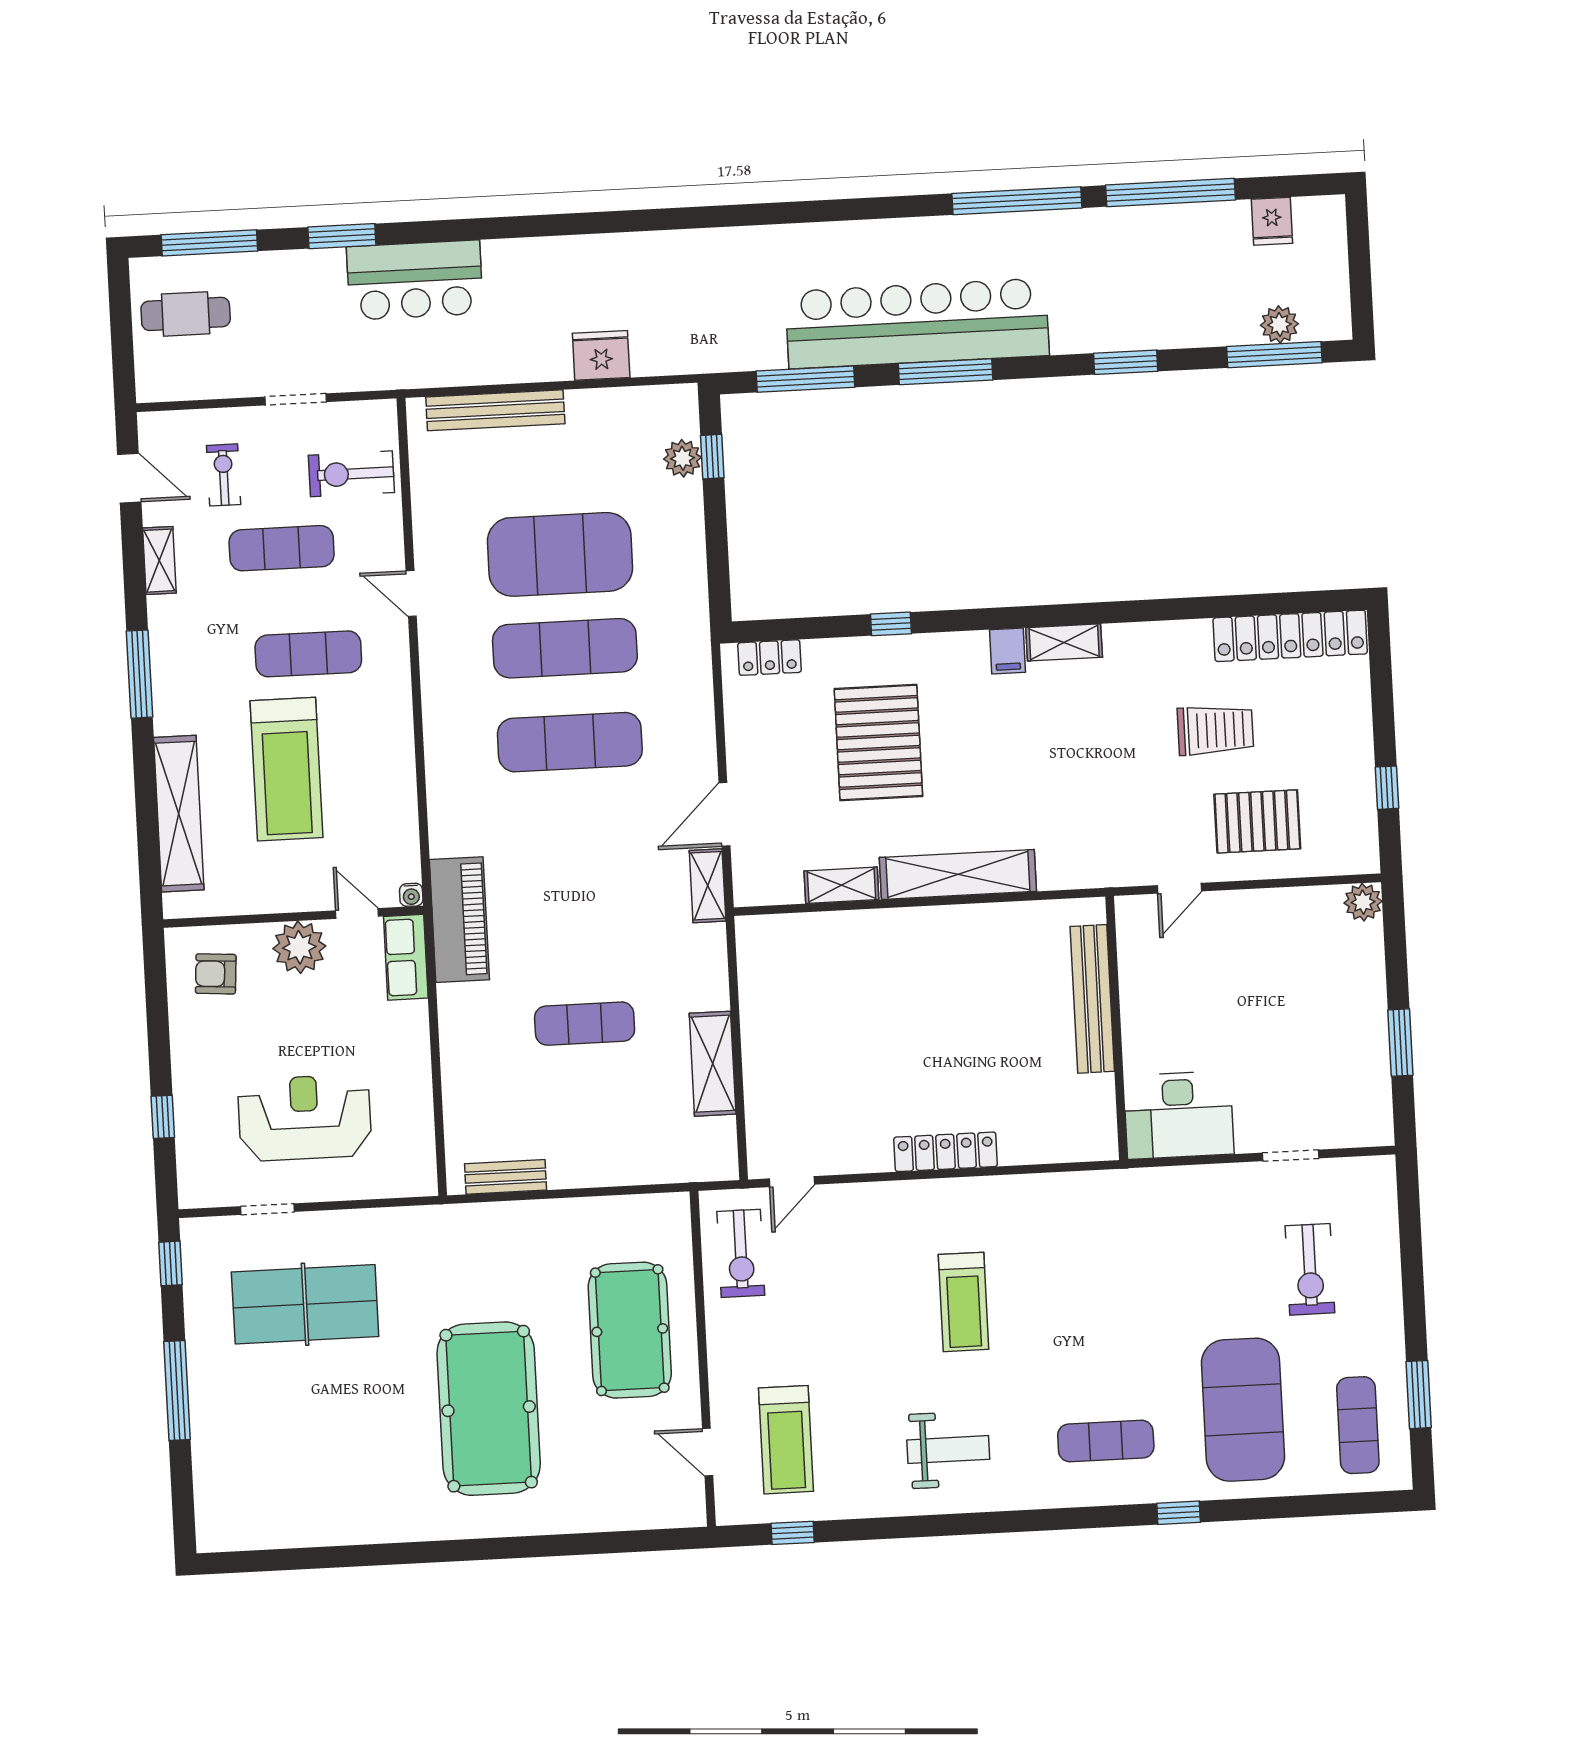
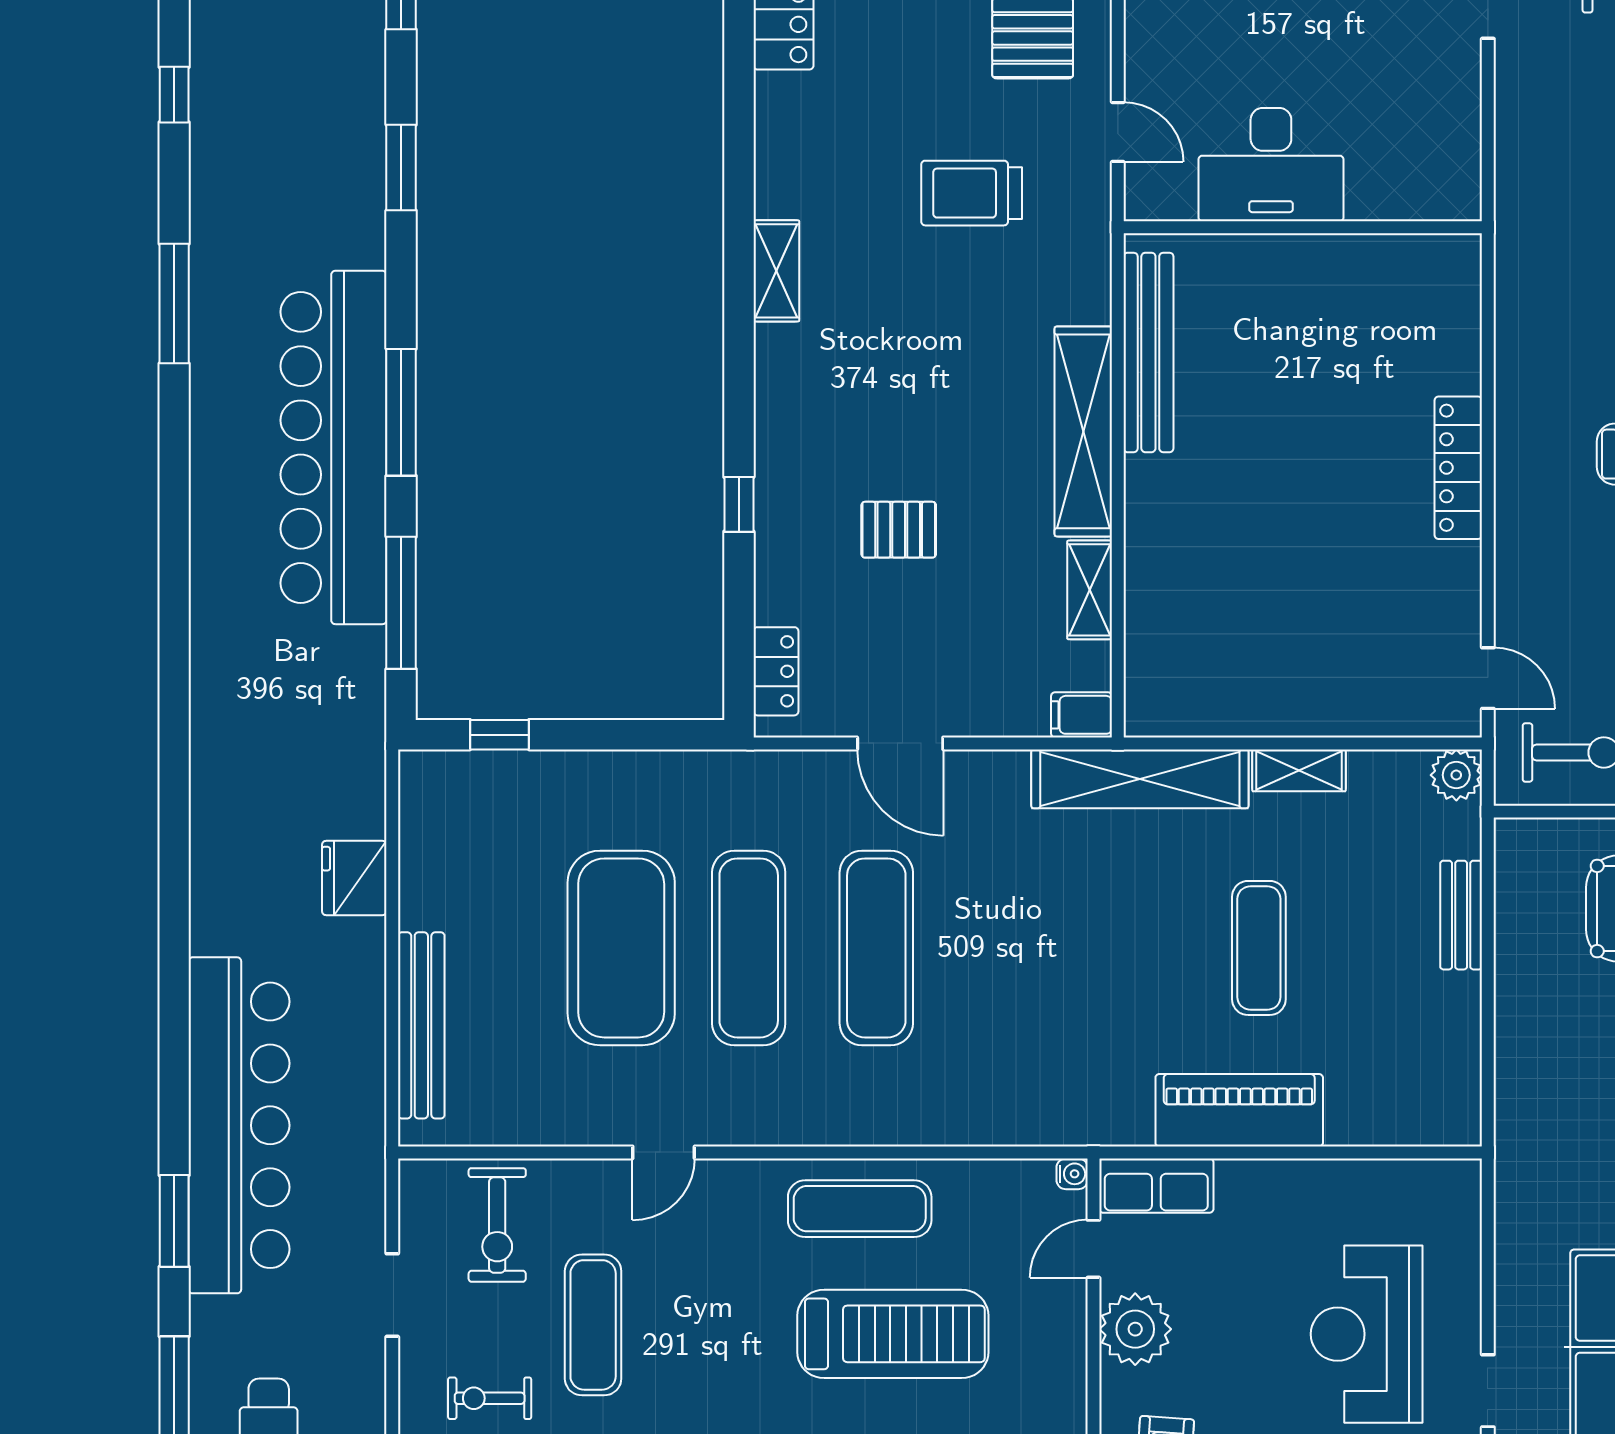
window: (1171, 193) -> (174, 95), width x0.32
window: (1017, 201) -> (174, 304), width x0.68
bar counter: (415, 280) -> (239, 1125), width x1.86
plant: (683, 458) -> (1456, 775), moved
filing cabinet: (1008, 651) -> (1082, 715), moved, turned 180
exercise mat: (308, 654) -> (860, 1209), moved, turned 90
trolley: (1215, 730) -> (972, 193), moved, turned -90
pallet: (878, 742) -> (899, 530), width x0.49, depth x0.50
door: (724, 814) -> (900, 743), moved
shelving: (708, 886) -> (1140, 779), width x2.20, depth x1.33
piano: (459, 920) -> (1239, 1110), moved
bench: (1092, 999) -> (1148, 352), moved, turned 90
shelving: (713, 1064) -> (1299, 770), width x0.67, depth x0.75
desk: (1179, 1115) -> (1271, 165), moved, turned 90
bench: (506, 1177) -> (1461, 915), moved

